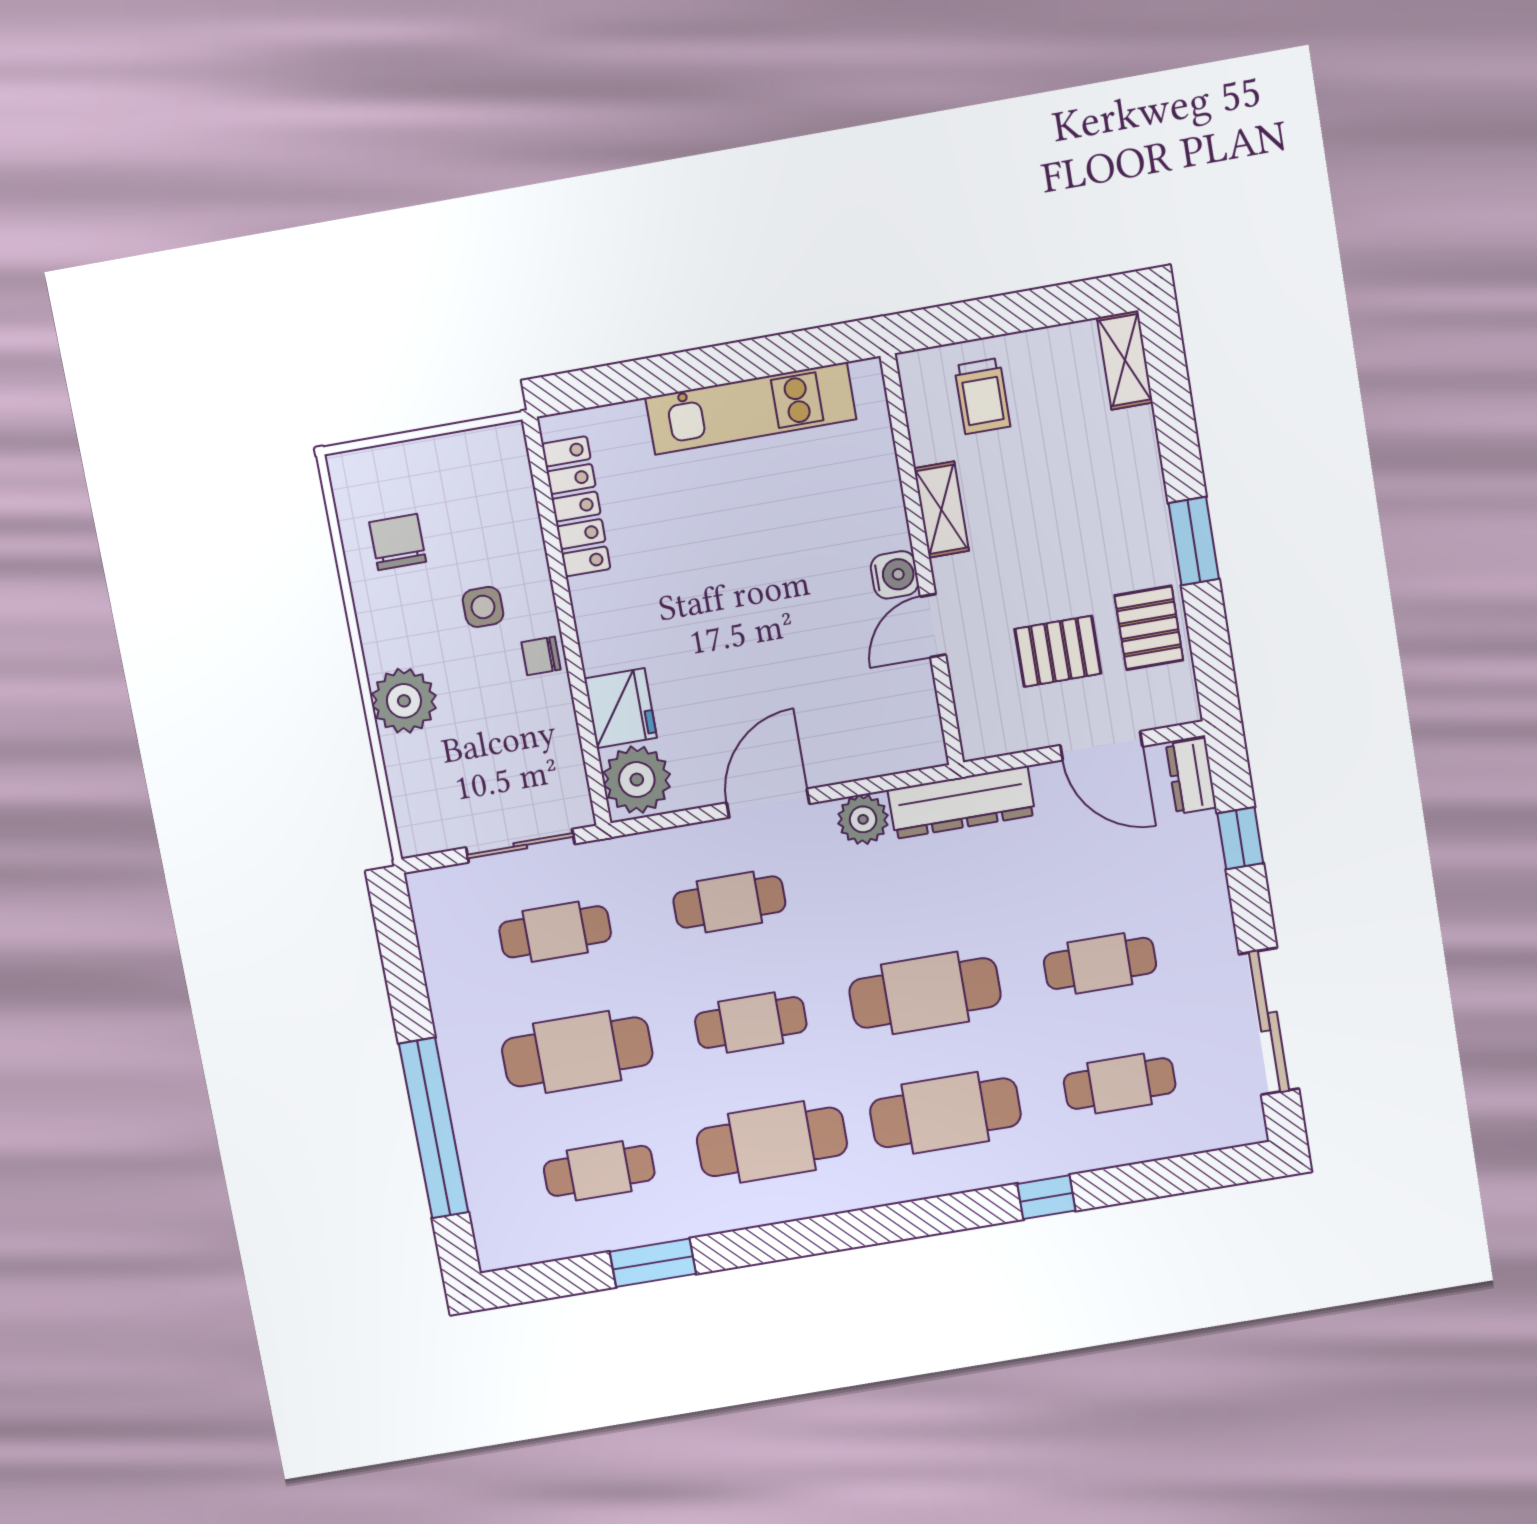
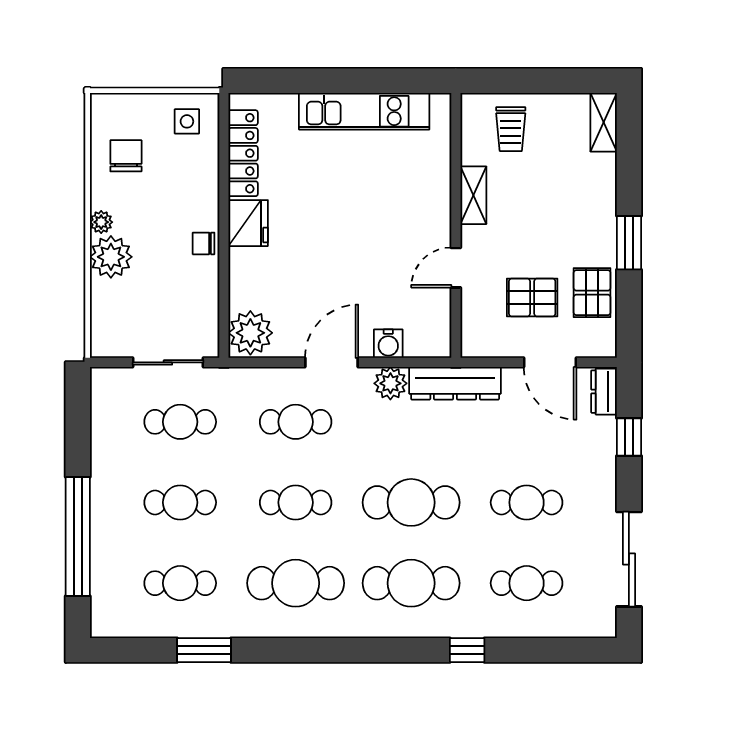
water cooler: (895, 575) -> (388, 344), moved, turned 90
side table: (483, 607) -> (187, 121), moved
plant: (379, 650) -> (101, 222), added
fridge: (620, 708) -> (248, 223), moved
cafe table: (577, 1052) -> (180, 502), width x0.73, depth x0.74

